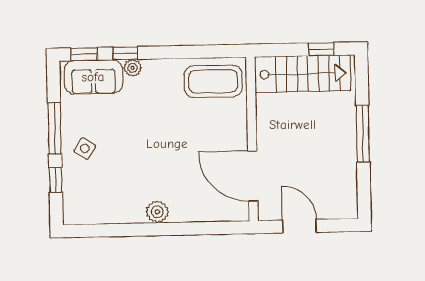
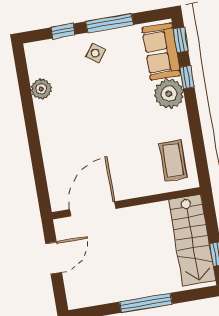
plant: (133, 68) -> (169, 94), width x1.87, depth x1.87
coffee table: (213, 81) -> (173, 160), width x0.73, depth x0.76
plant: (157, 212) -> (41, 89), moved

